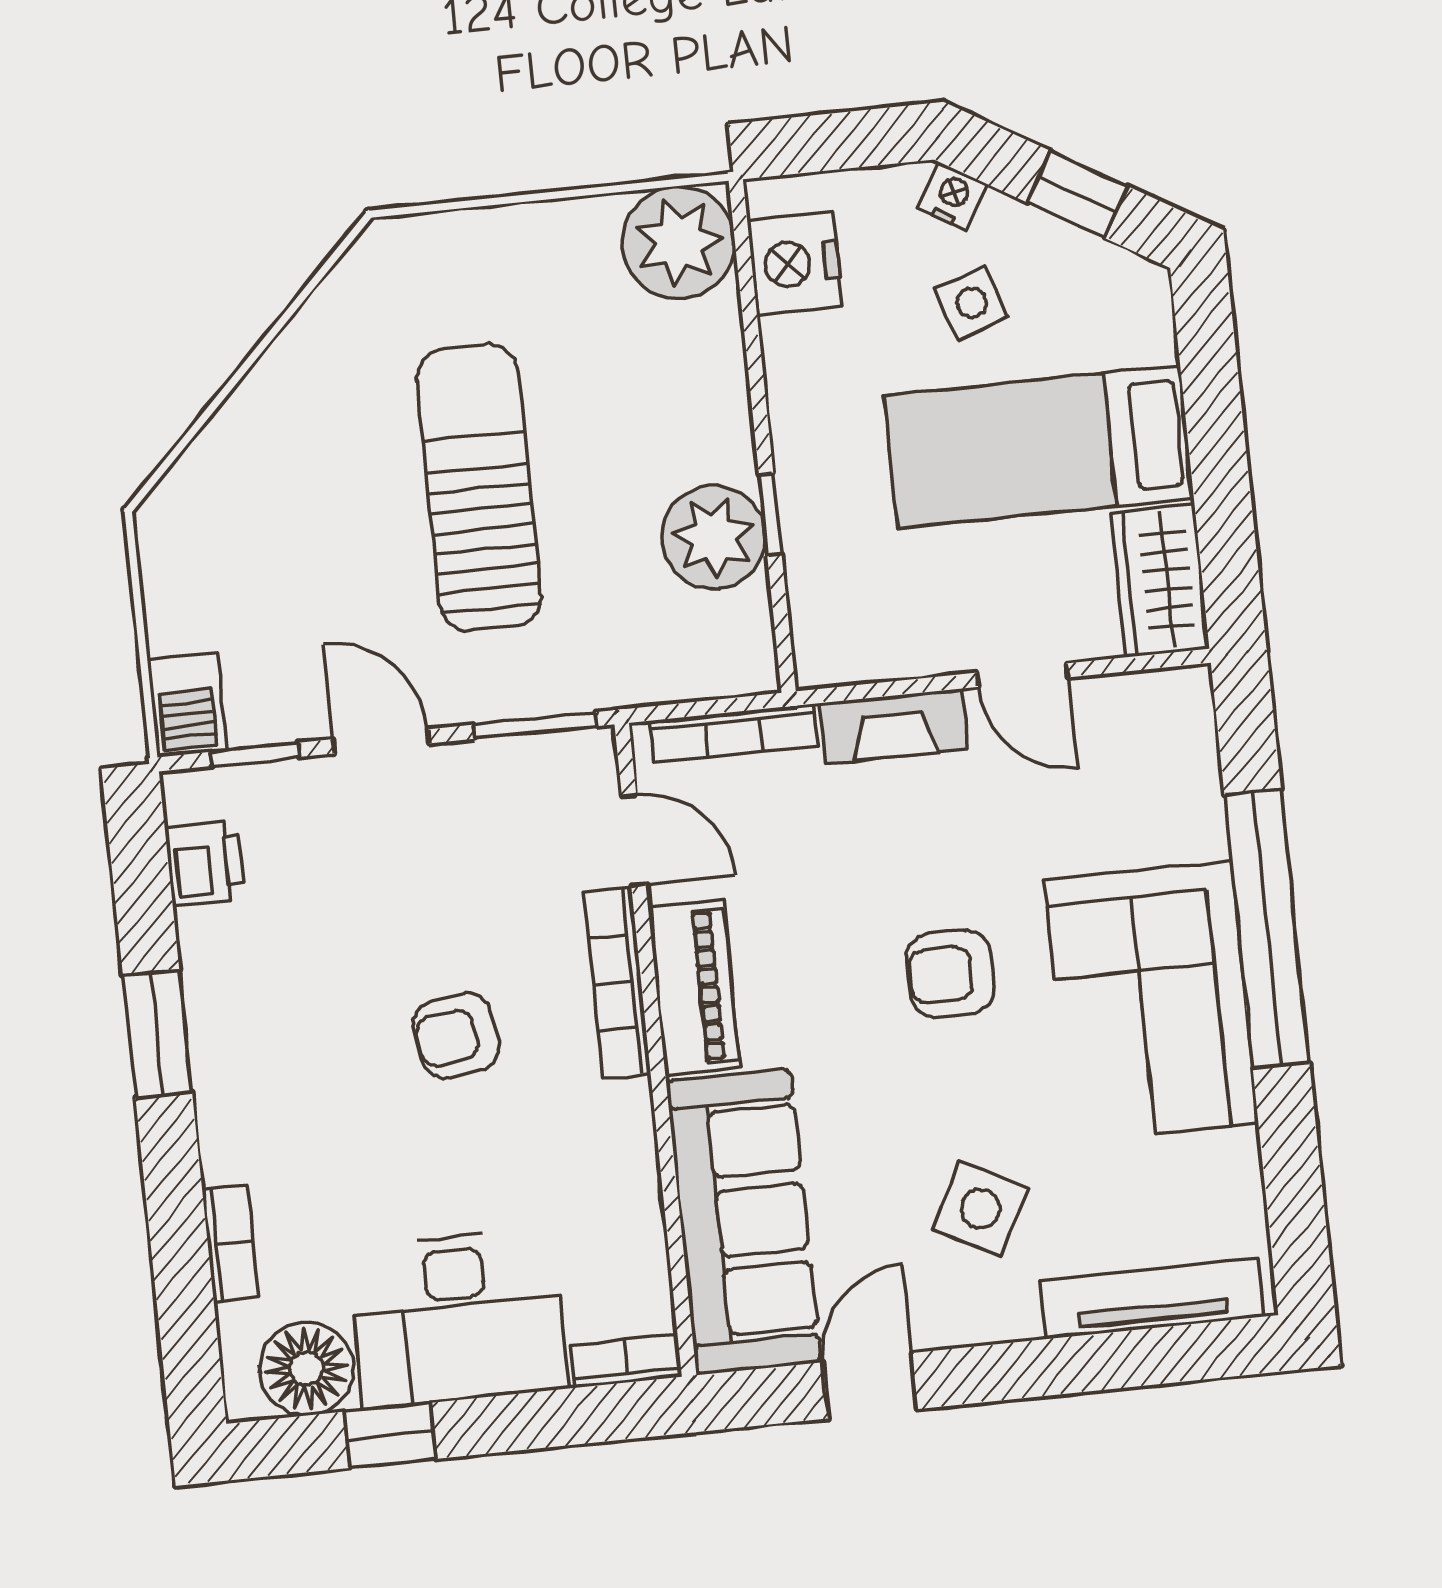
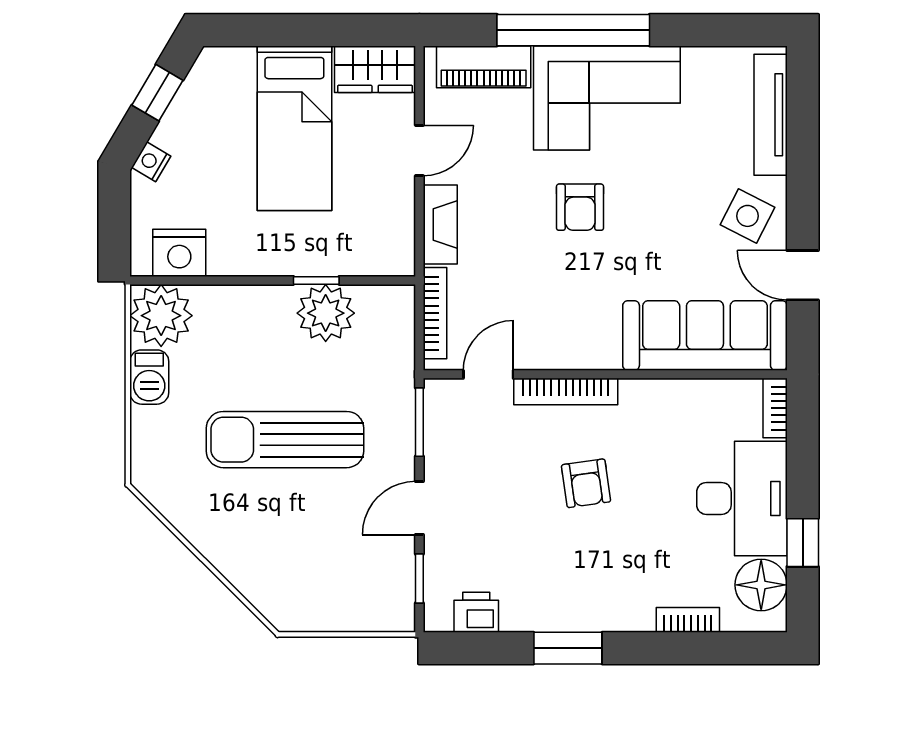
side table: (972, 303) -> (211, 157), removed
barbecue: (187, 705) -> (149, 377), moved, turned 90
piano: (694, 987) -> (484, 67), moved, turned 180
side table: (981, 1209) -> (747, 216), moved

